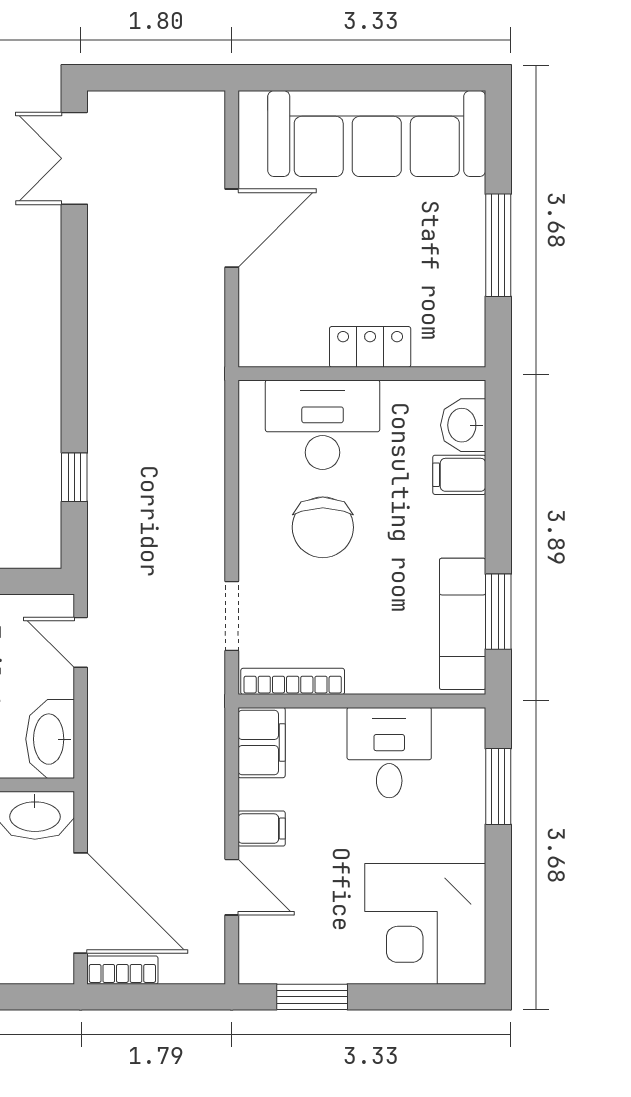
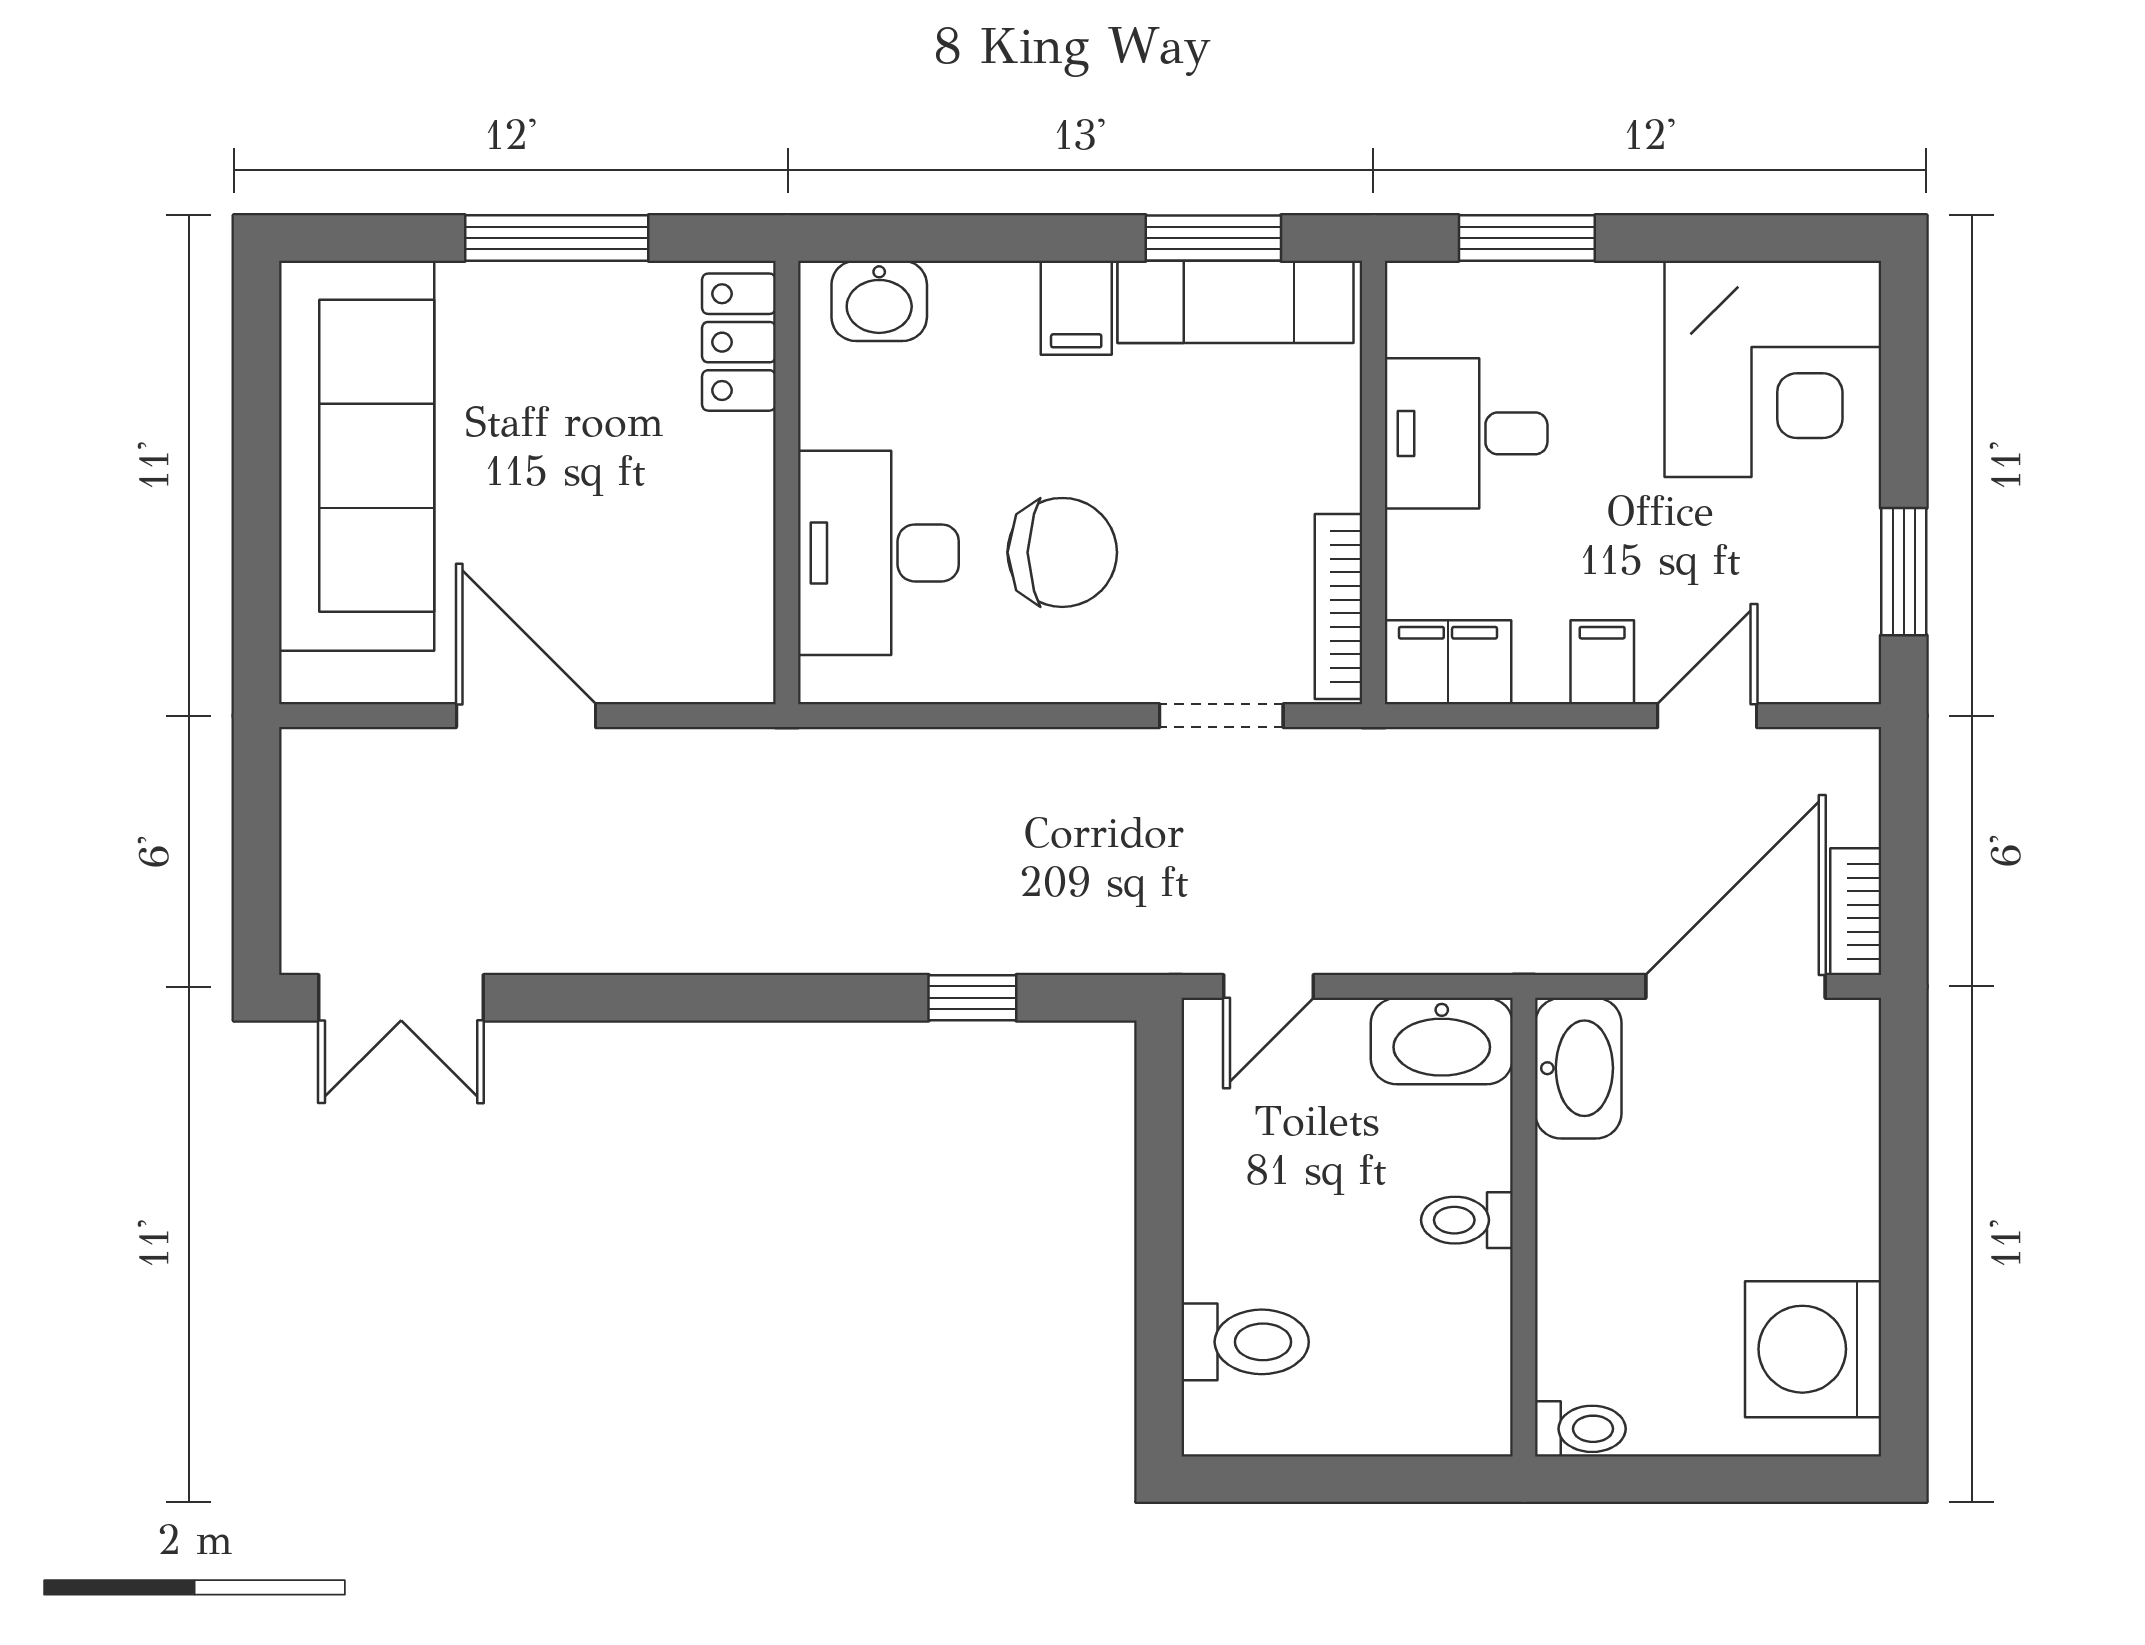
locker: (370, 347) -> (739, 342), moved
filing cabinet: (459, 475) -> (1076, 308), moved

